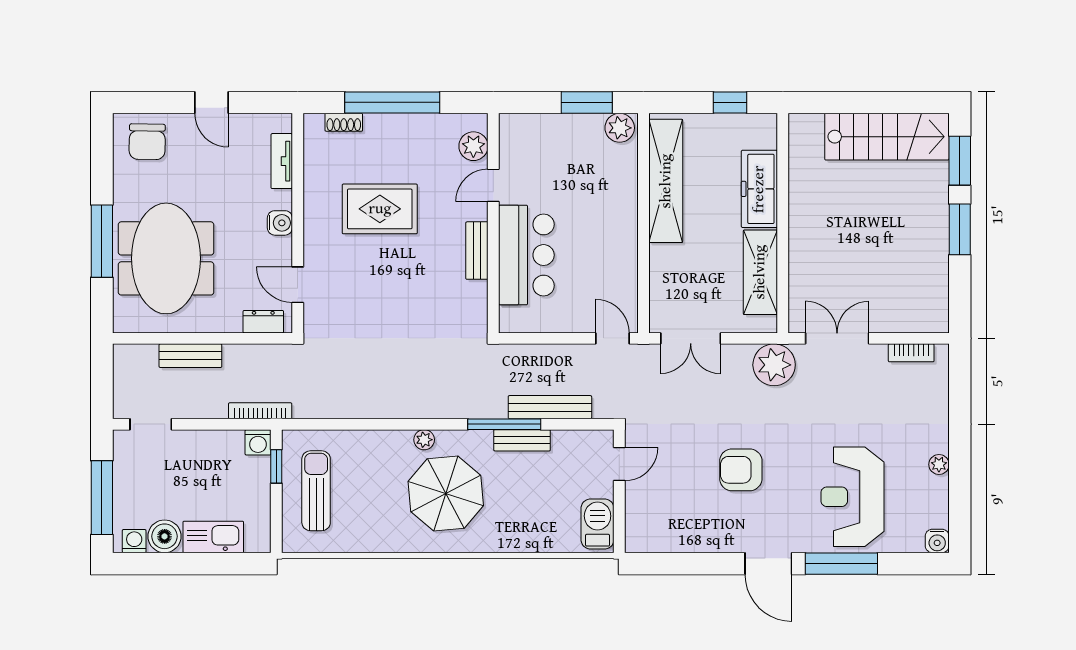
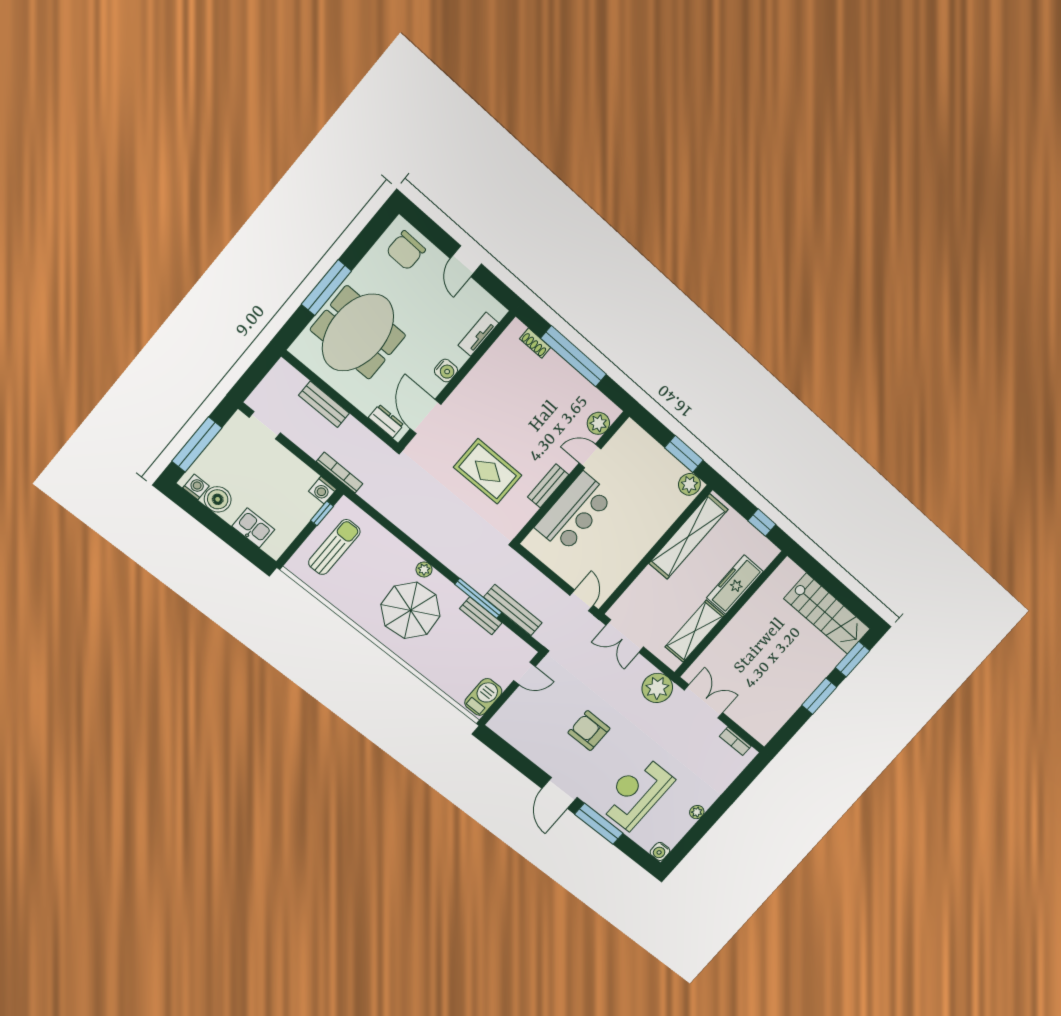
rug: (380, 209) -> (488, 471), moved
door: (298, 285) -> (426, 417), width x1.38
kitchen sink: (213, 537) -> (253, 528), width x0.73

